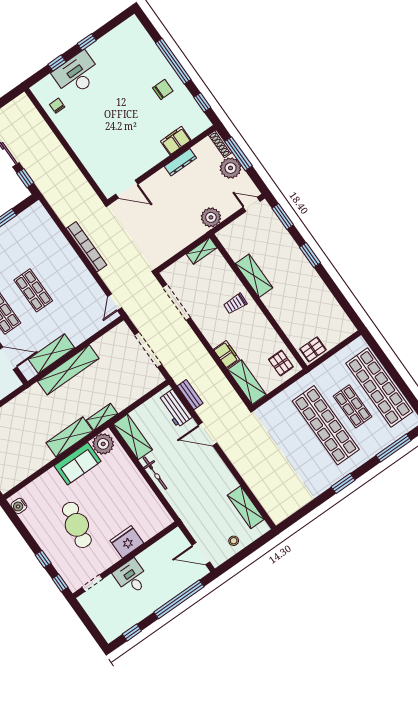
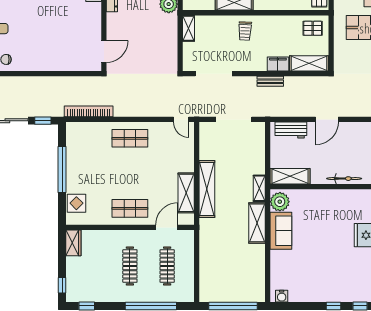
bookcase: (86, 247) -> (89, 111), moved
shop shelf: (33, 290) -> (130, 138), moved
bench: (190, 395) -> (270, 81), moved
bicycle: (155, 473) -> (344, 179), moved
cafe table: (77, 525) -> (326, 263), removed

